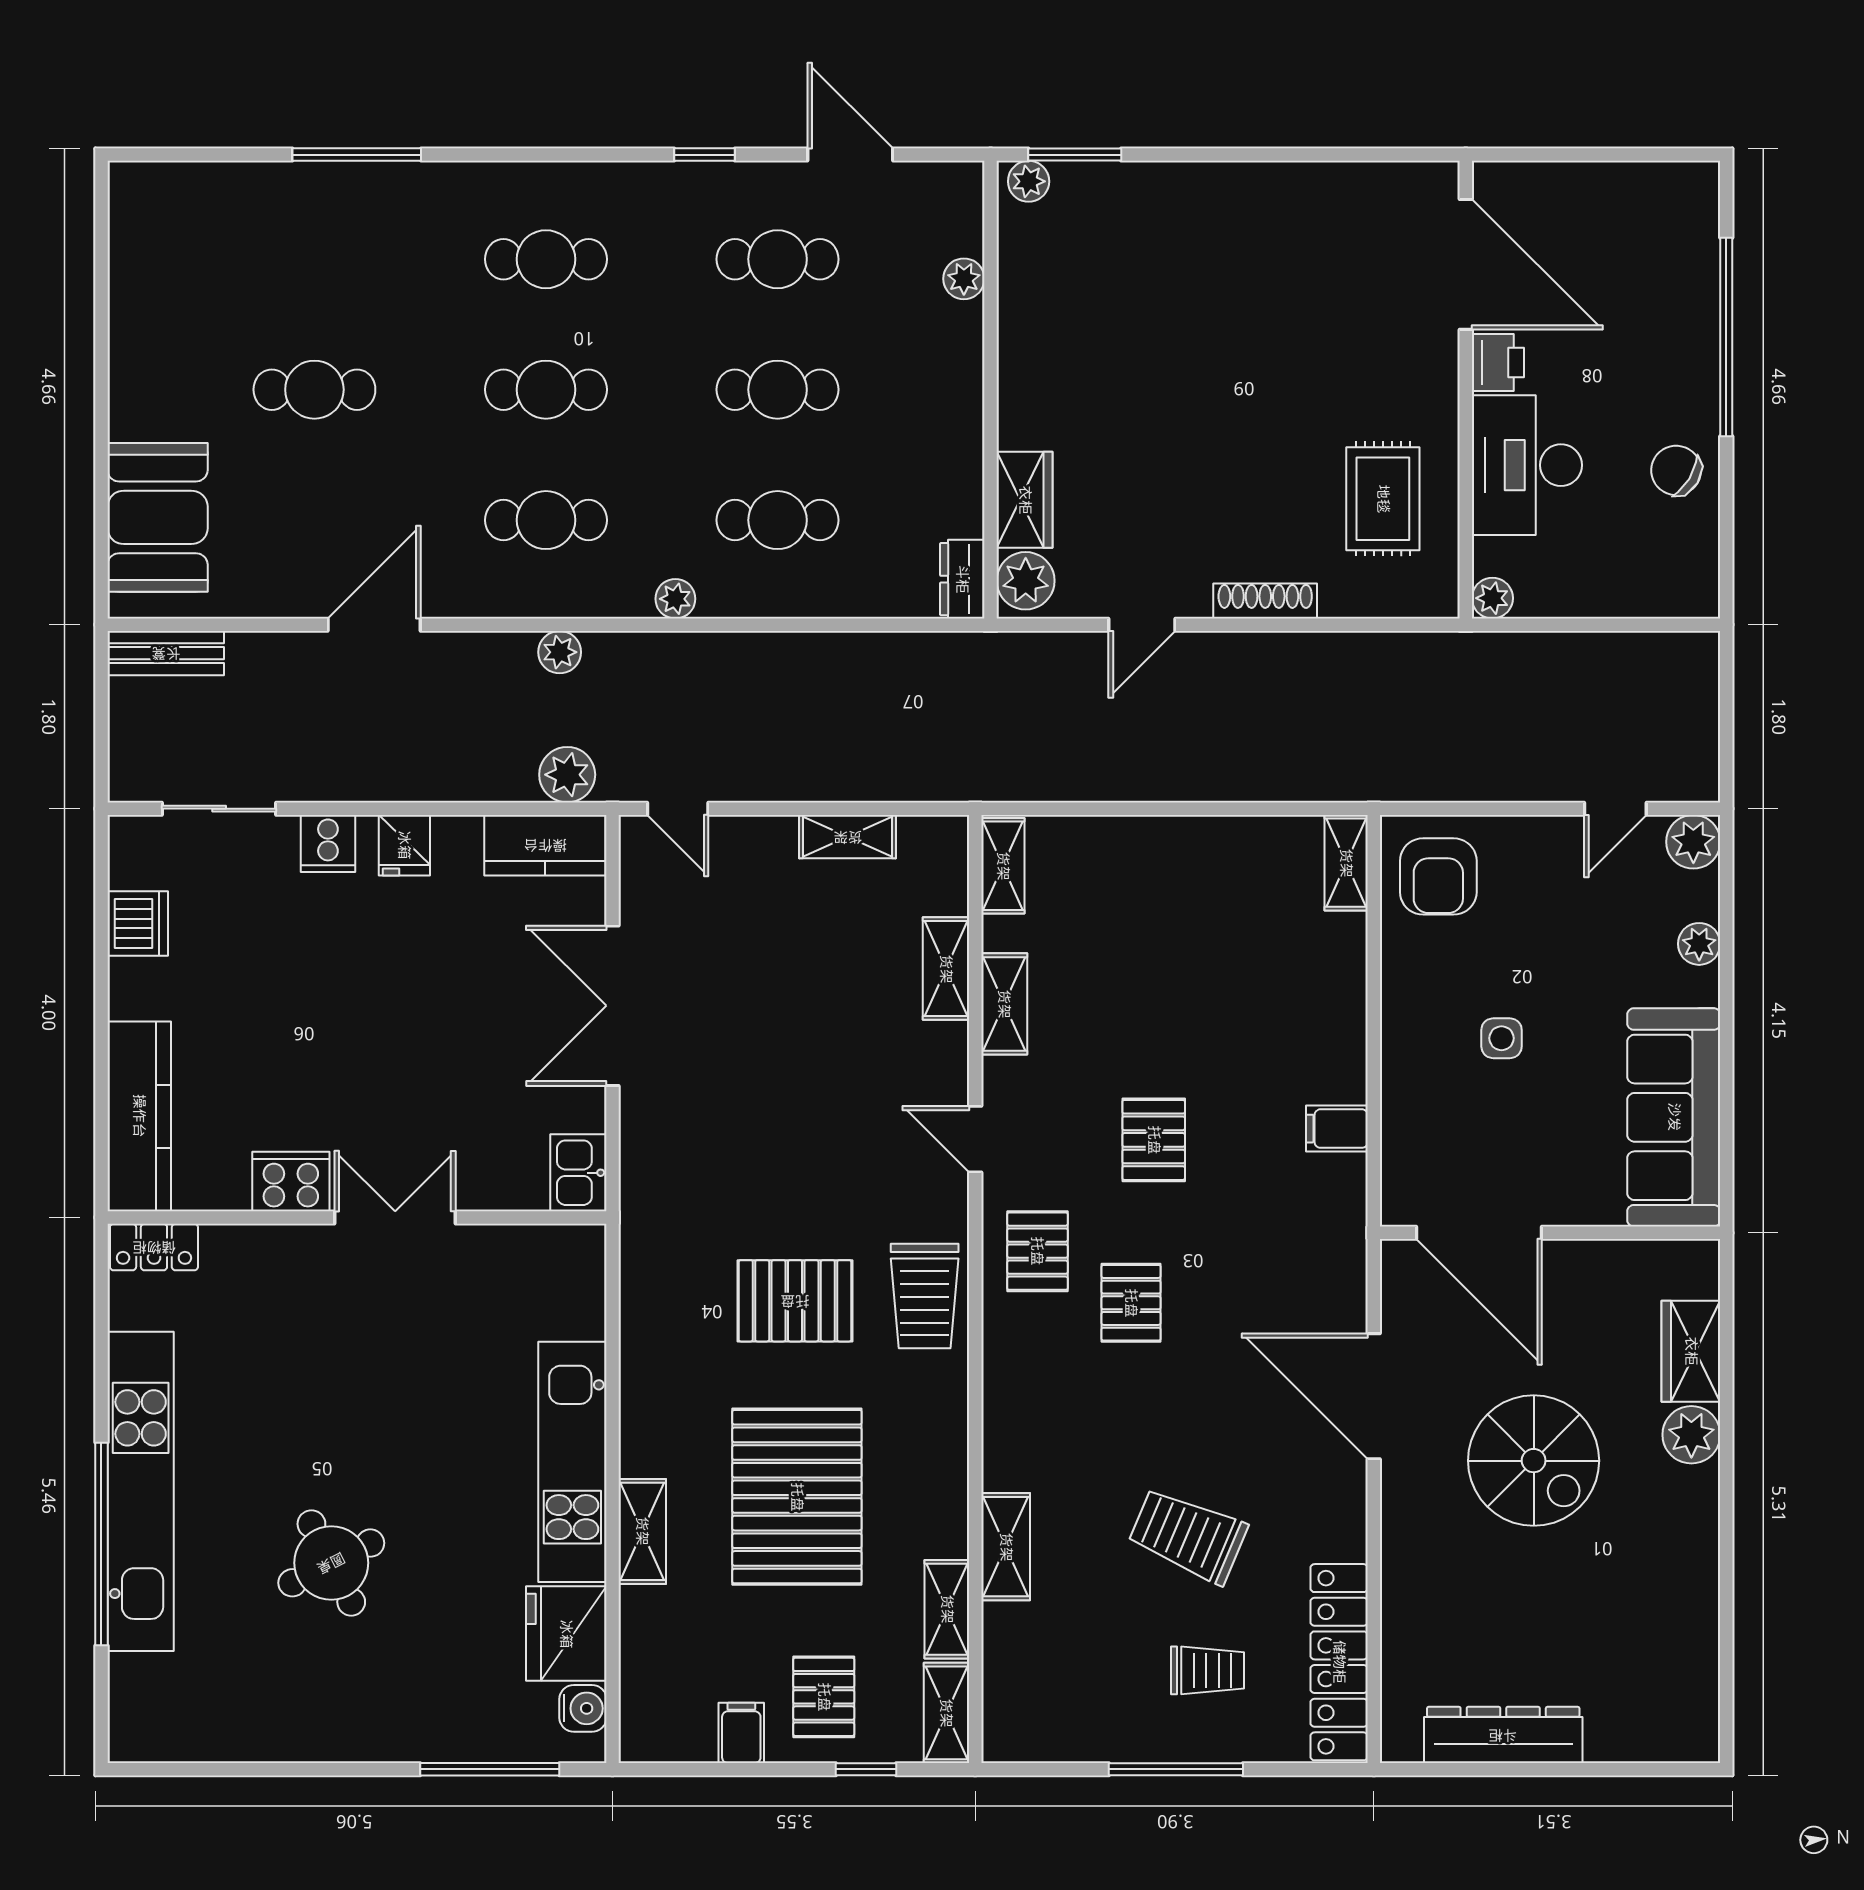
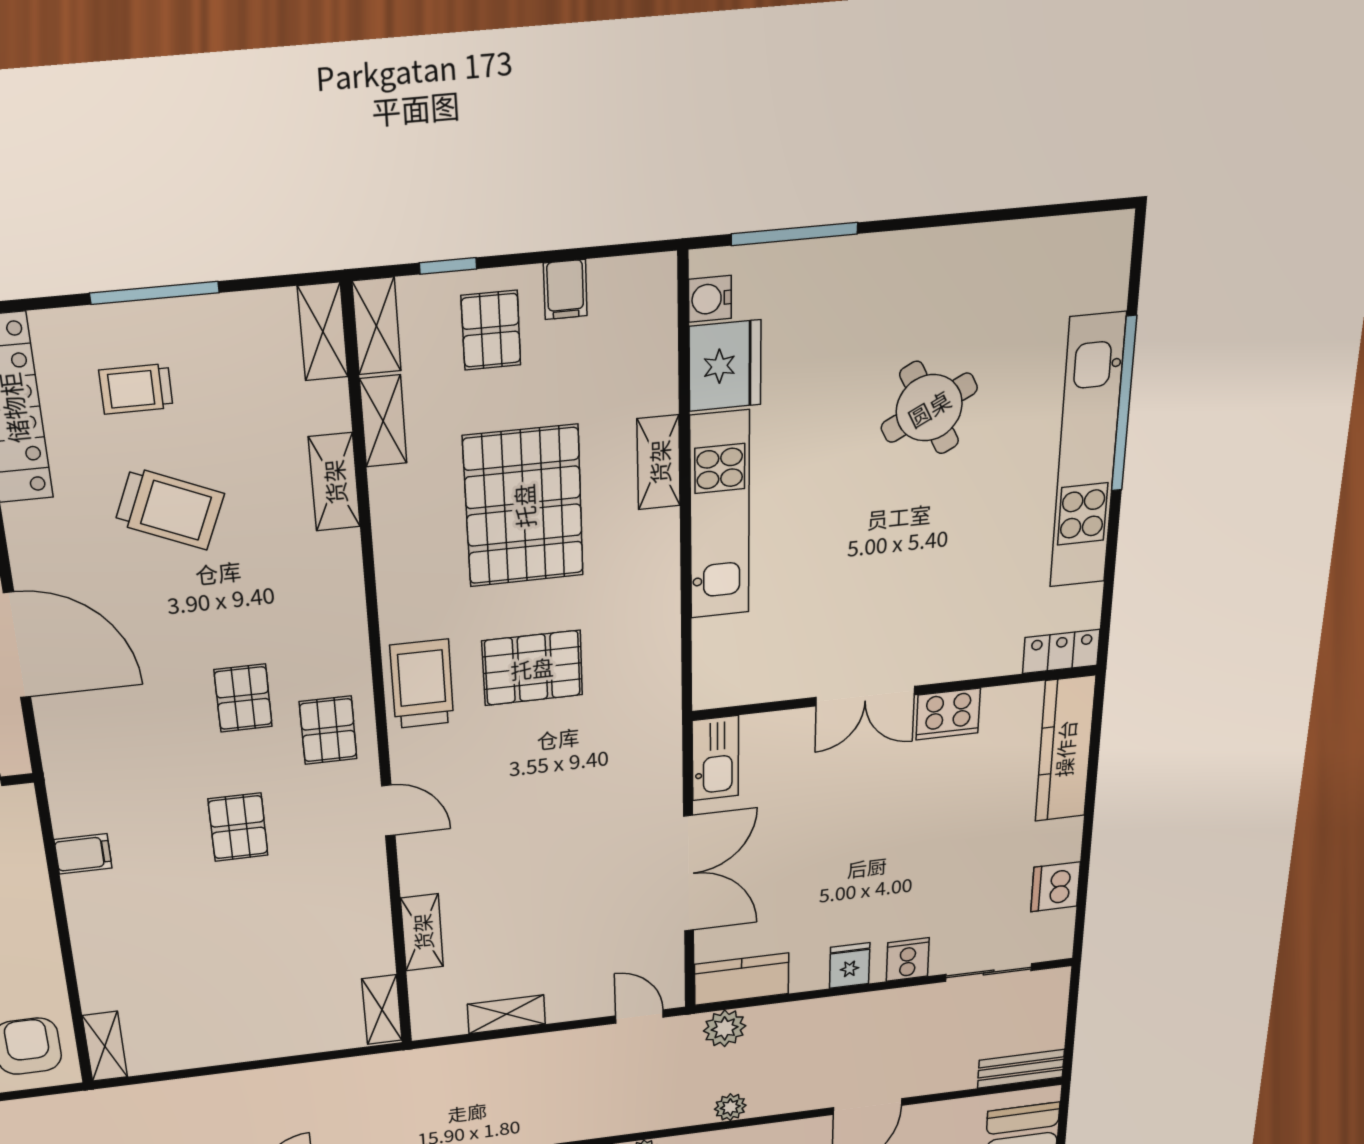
shelving: (1004, 1004) -> (323, 332), moved
kitchen sink: (578, 1173) -> (715, 758), width x1.38

